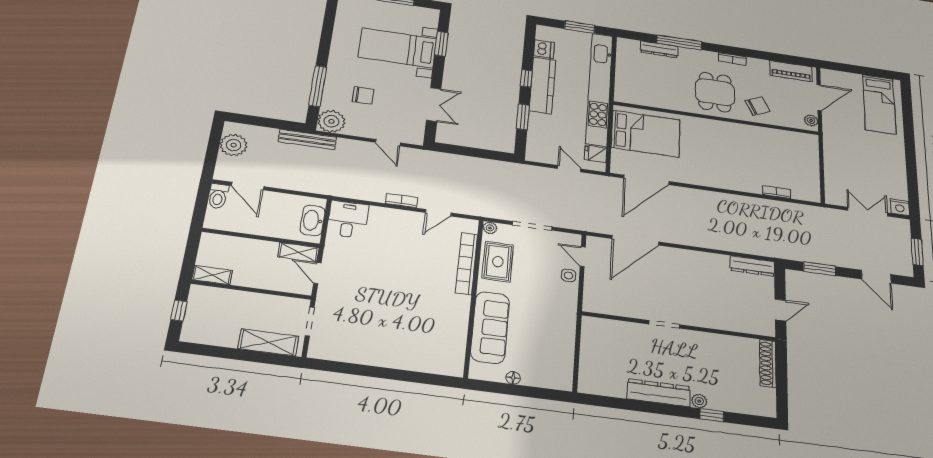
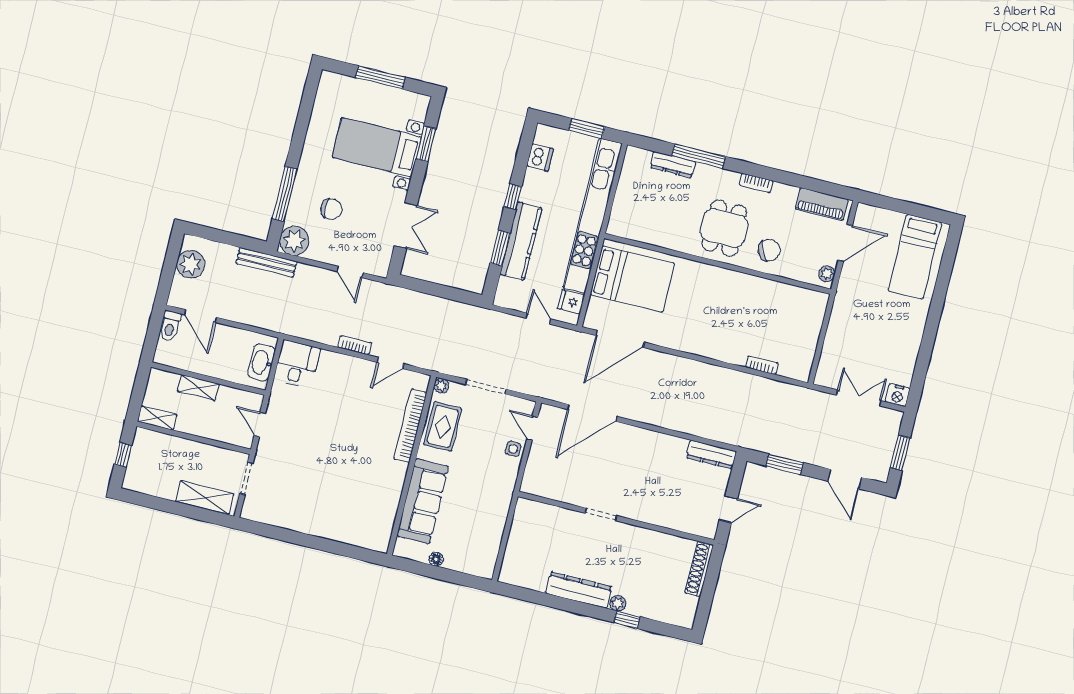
kitchen counter: (542, 85) -> (521, 241), moved
shelving: (298, 252) -> (198, 388), moved

